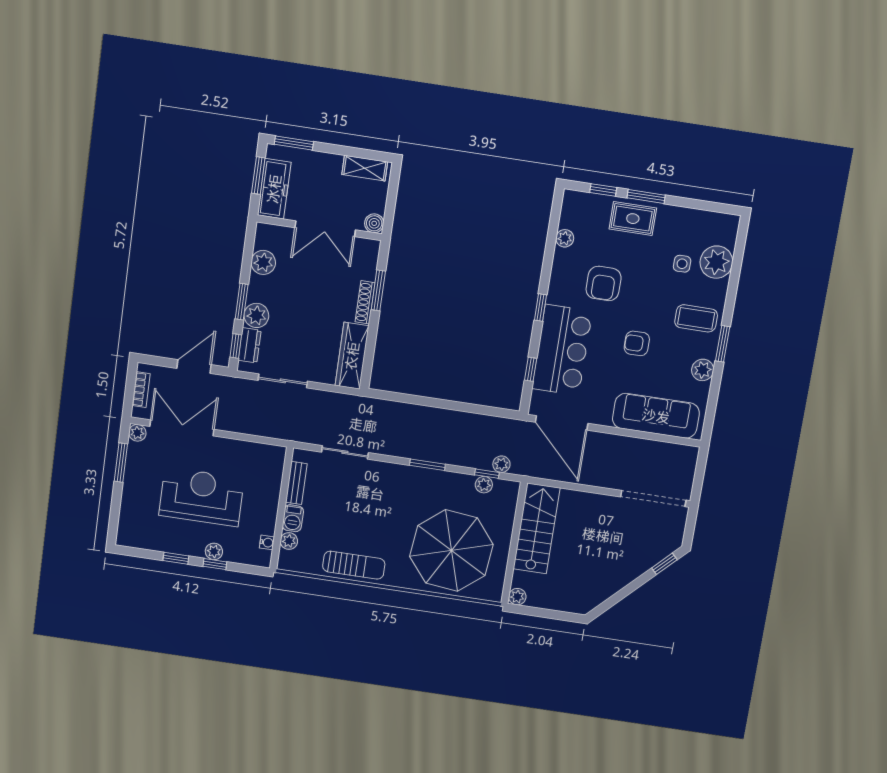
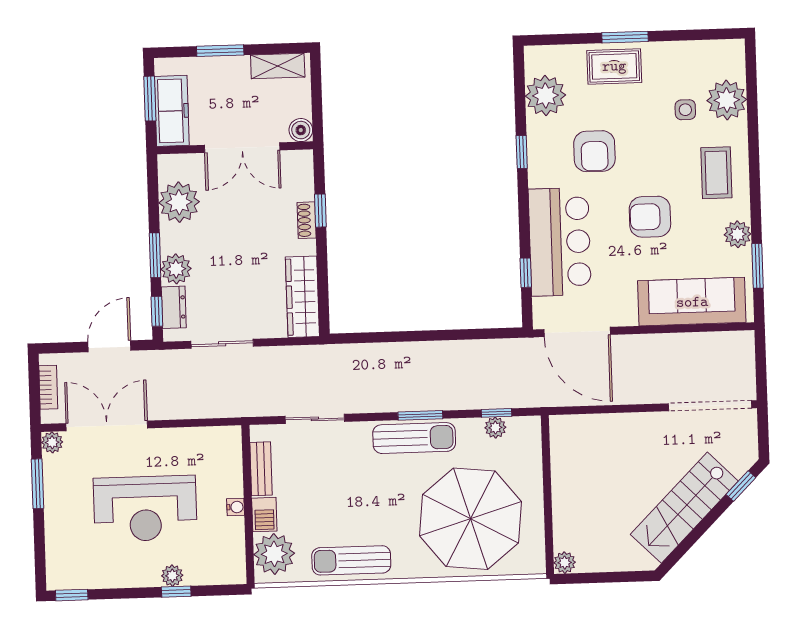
window: (294, 143) -> (220, 51), moved
window: (603, 190) -> (571, 39), removed
plant: (565, 238) -> (545, 96), width x1.88, depth x1.88
plant: (263, 262) -> (179, 202), width x1.36, depth x1.36
window: (378, 290) -> (320, 211), width x0.67
shoe rack: (365, 302) -> (307, 220), width x0.70
window: (541, 308) -> (522, 152), moved
coffee table: (696, 318) -> (716, 173), turned 90
armchair: (637, 343) -> (650, 217), width x1.38, depth x1.38
window: (723, 344) -> (758, 266), moved
plant: (501, 464) -> (512, 398), removed
sun lounger: (419, 481) -> (414, 438), added
reception desk: (201, 497) -> (145, 509), turned 180
stairs: (537, 528) -> (684, 508), moved, turned -135
plant: (289, 541) -> (274, 554), width x1.88, depth x1.88
water cooler: (267, 542) -> (236, 507), moved
window: (176, 558) -> (72, 595), moved
sun lounger: (354, 565) -> (351, 560), turned 180

